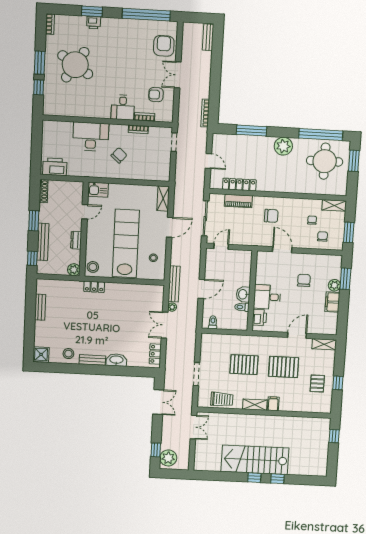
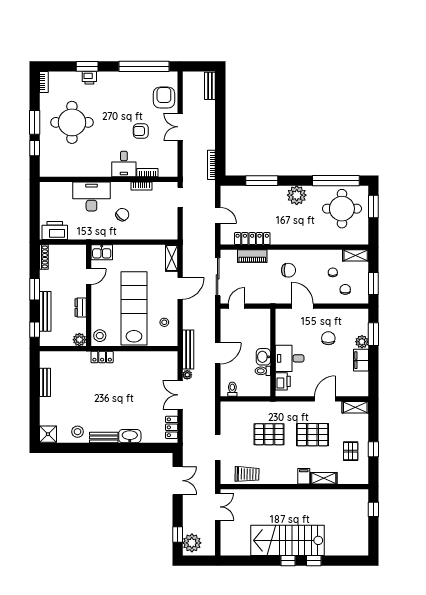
round table: (75, 65) -> (72, 122), turned -33
armchair: (156, 95) -> (141, 131), moved
shelving: (255, 405) -> (324, 478), moved

